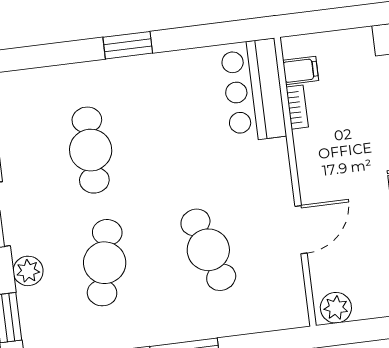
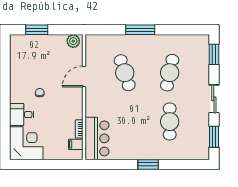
plant: (28, 271) -> (203, 73), removed

